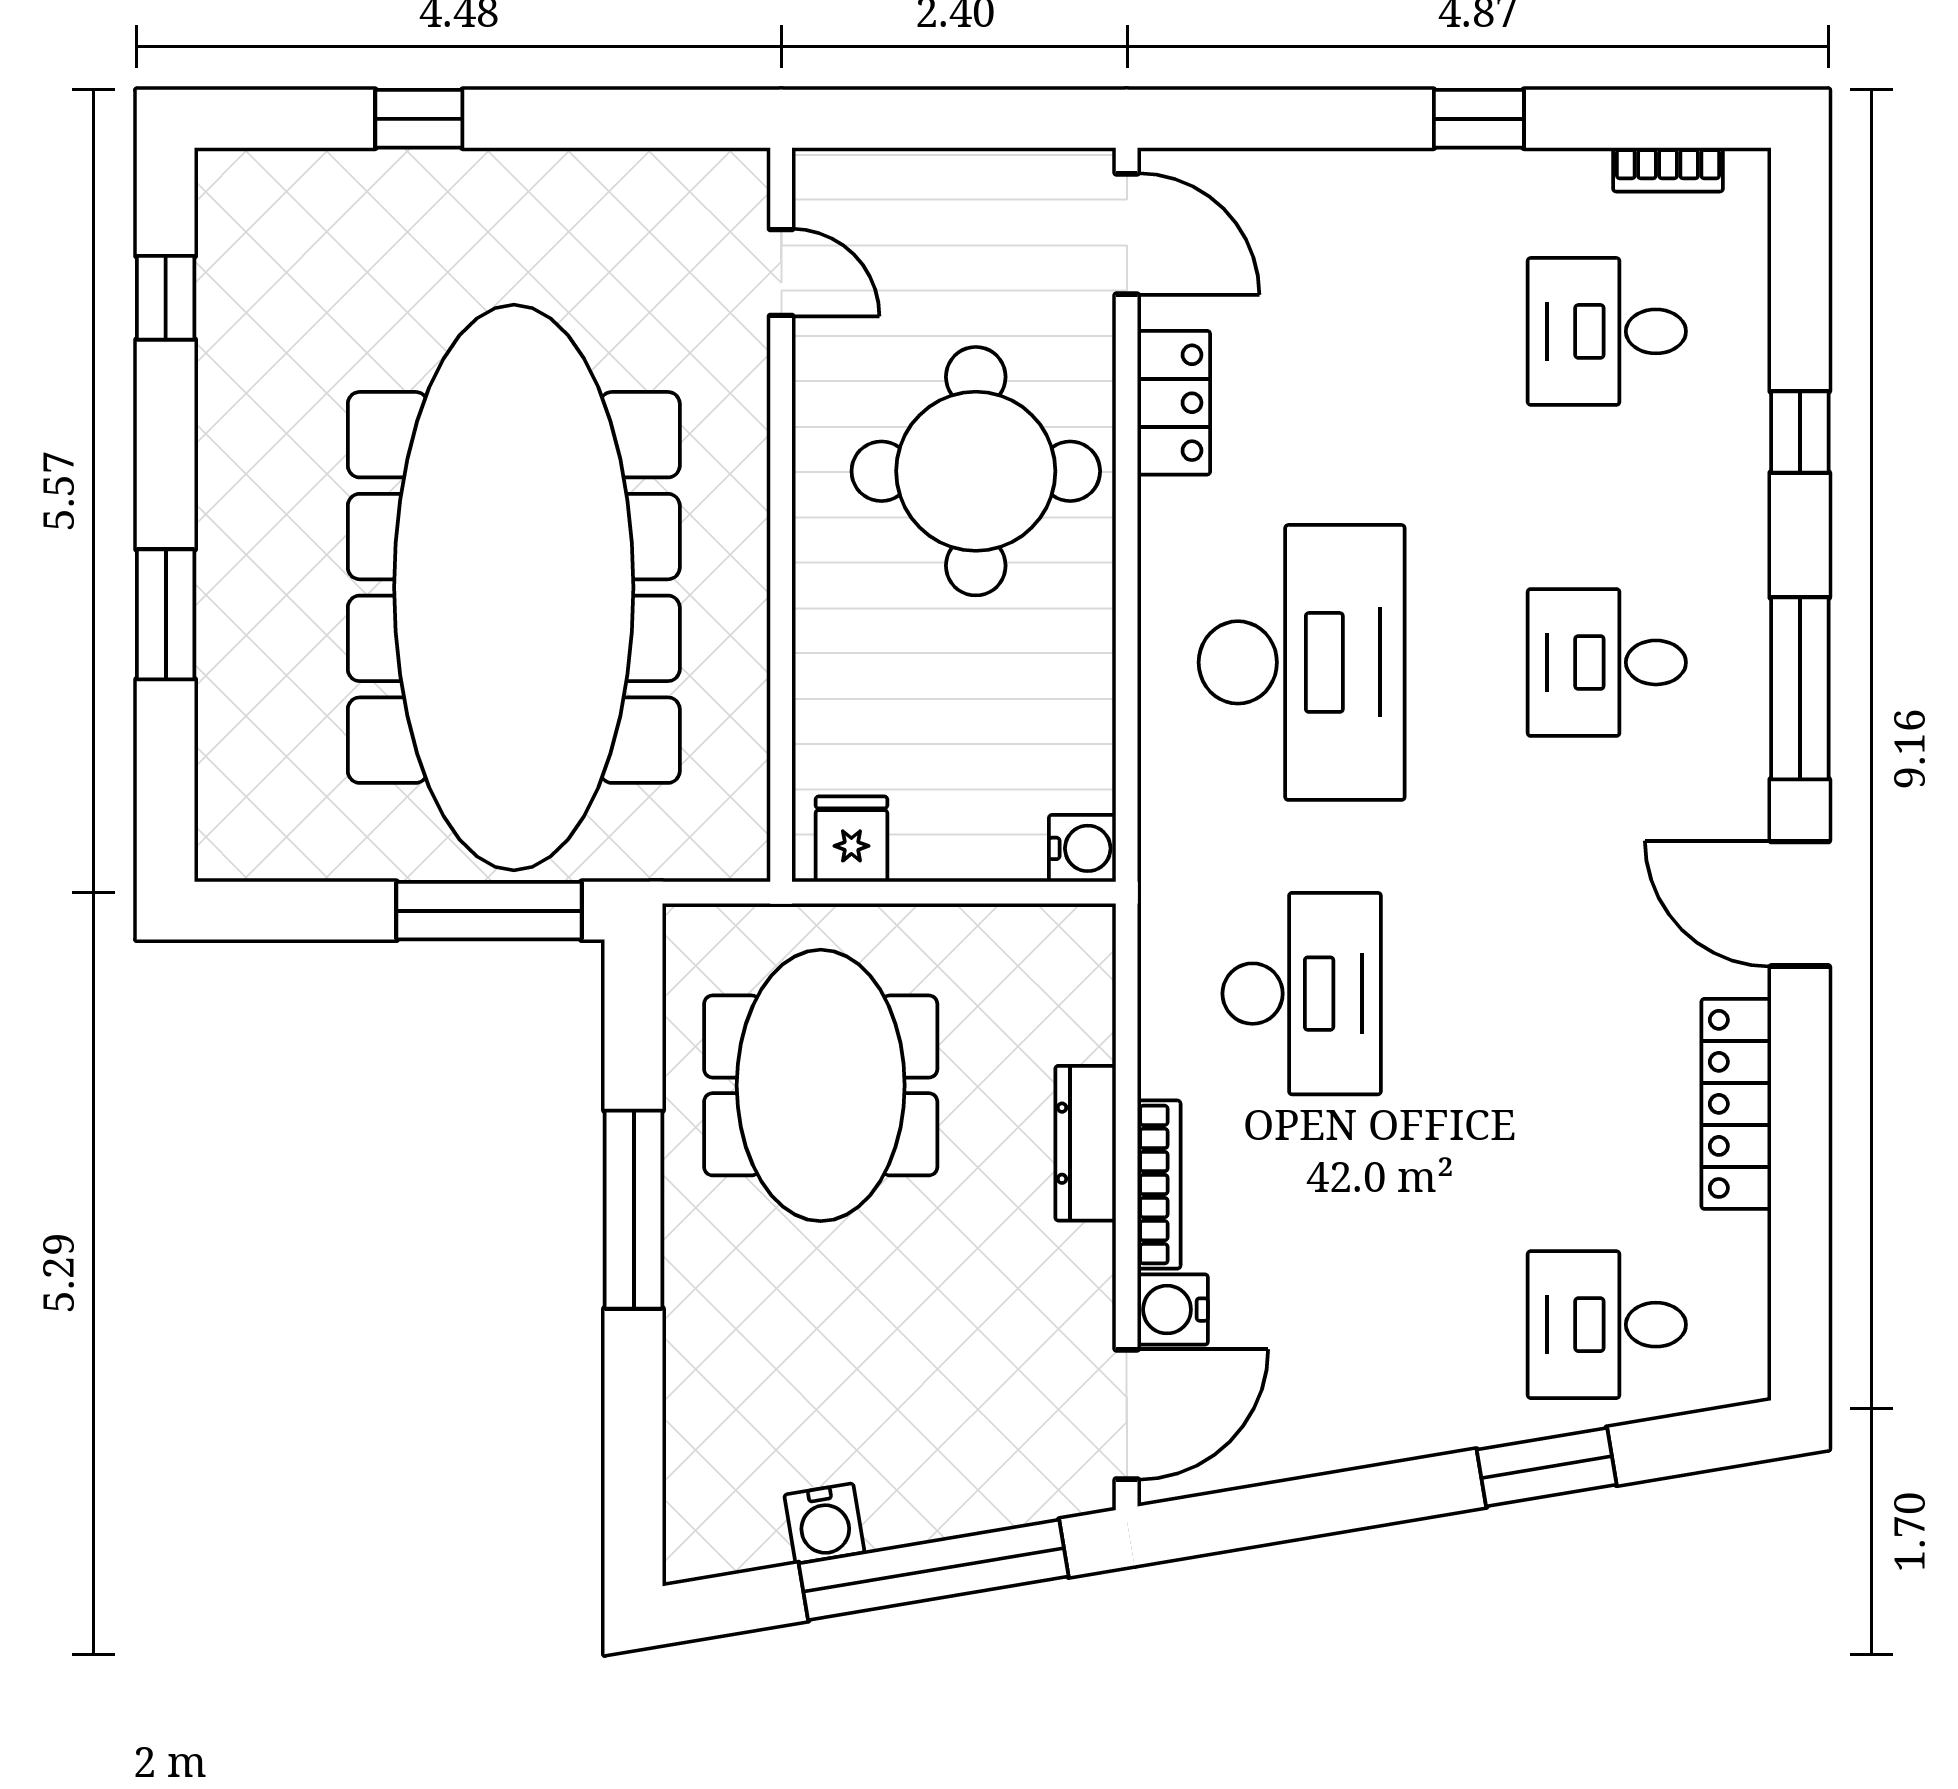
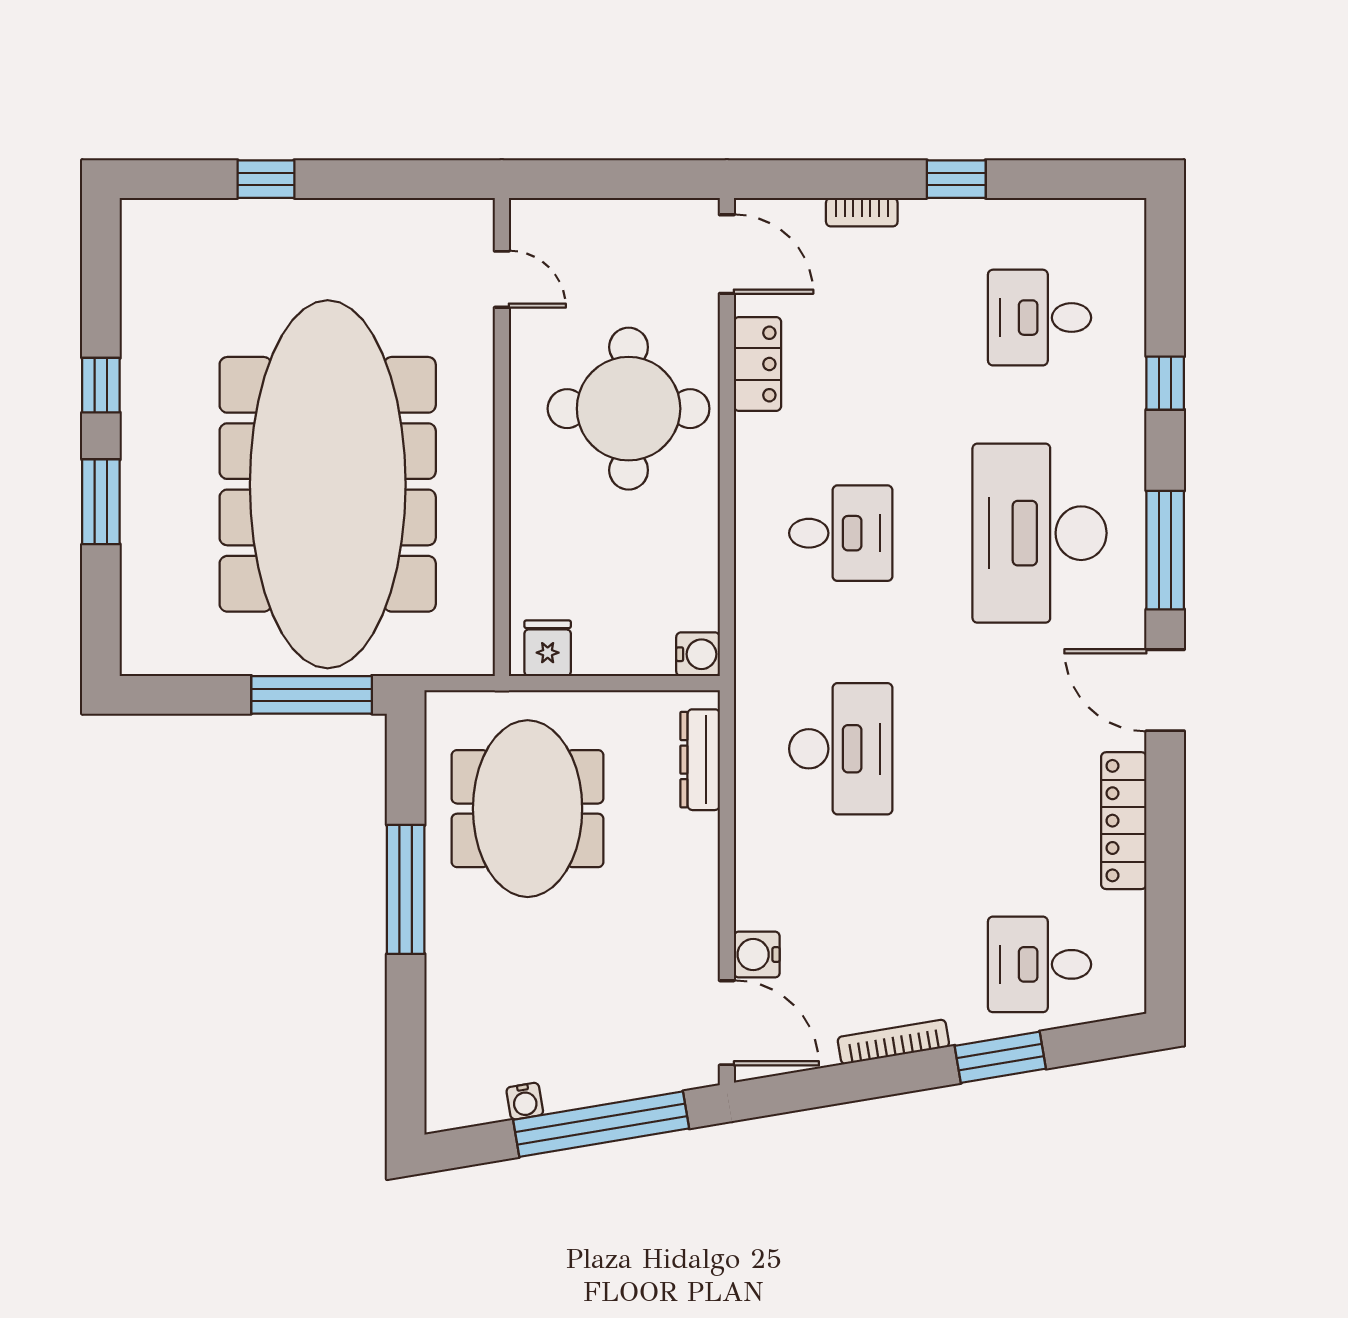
bookcase: (1668, 170) -> (862, 212), moved
window: (166, 298) -> (101, 385), moved
desk: (1302, 662) -> (841, 533), width x0.53, depth x0.77
desk: (1607, 662) -> (1040, 533), width x1.87, depth x1.30
dresser: (1086, 1143) -> (700, 760), moved
bookcase: (1159, 1185) -> (893, 1042), moved, turned -100
door: (1127, 1414) -> (727, 1023), hinge flipped
water cooler: (824, 1524) -> (525, 1101), width x0.72, depth x0.72

